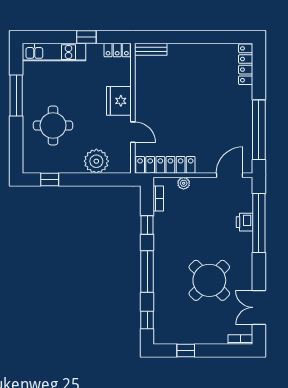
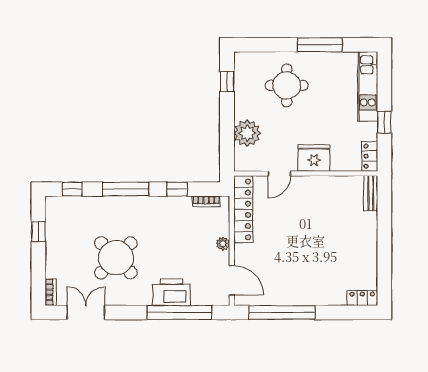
locker: (246, 64) -> (362, 298), width x0.66
plant: (184, 183) -> (223, 244), moved
printer: (244, 222) -> (171, 292), width x1.87, depth x1.48

